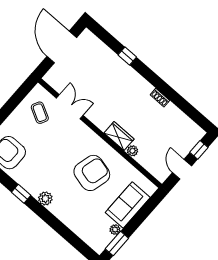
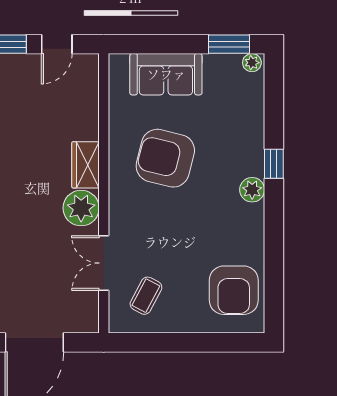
plant: (133, 151) -> (81, 208), moved, width x1.88, depth x1.88
window: (21, 194) -> (274, 164), moved
plant: (115, 230) -> (252, 63), moved

